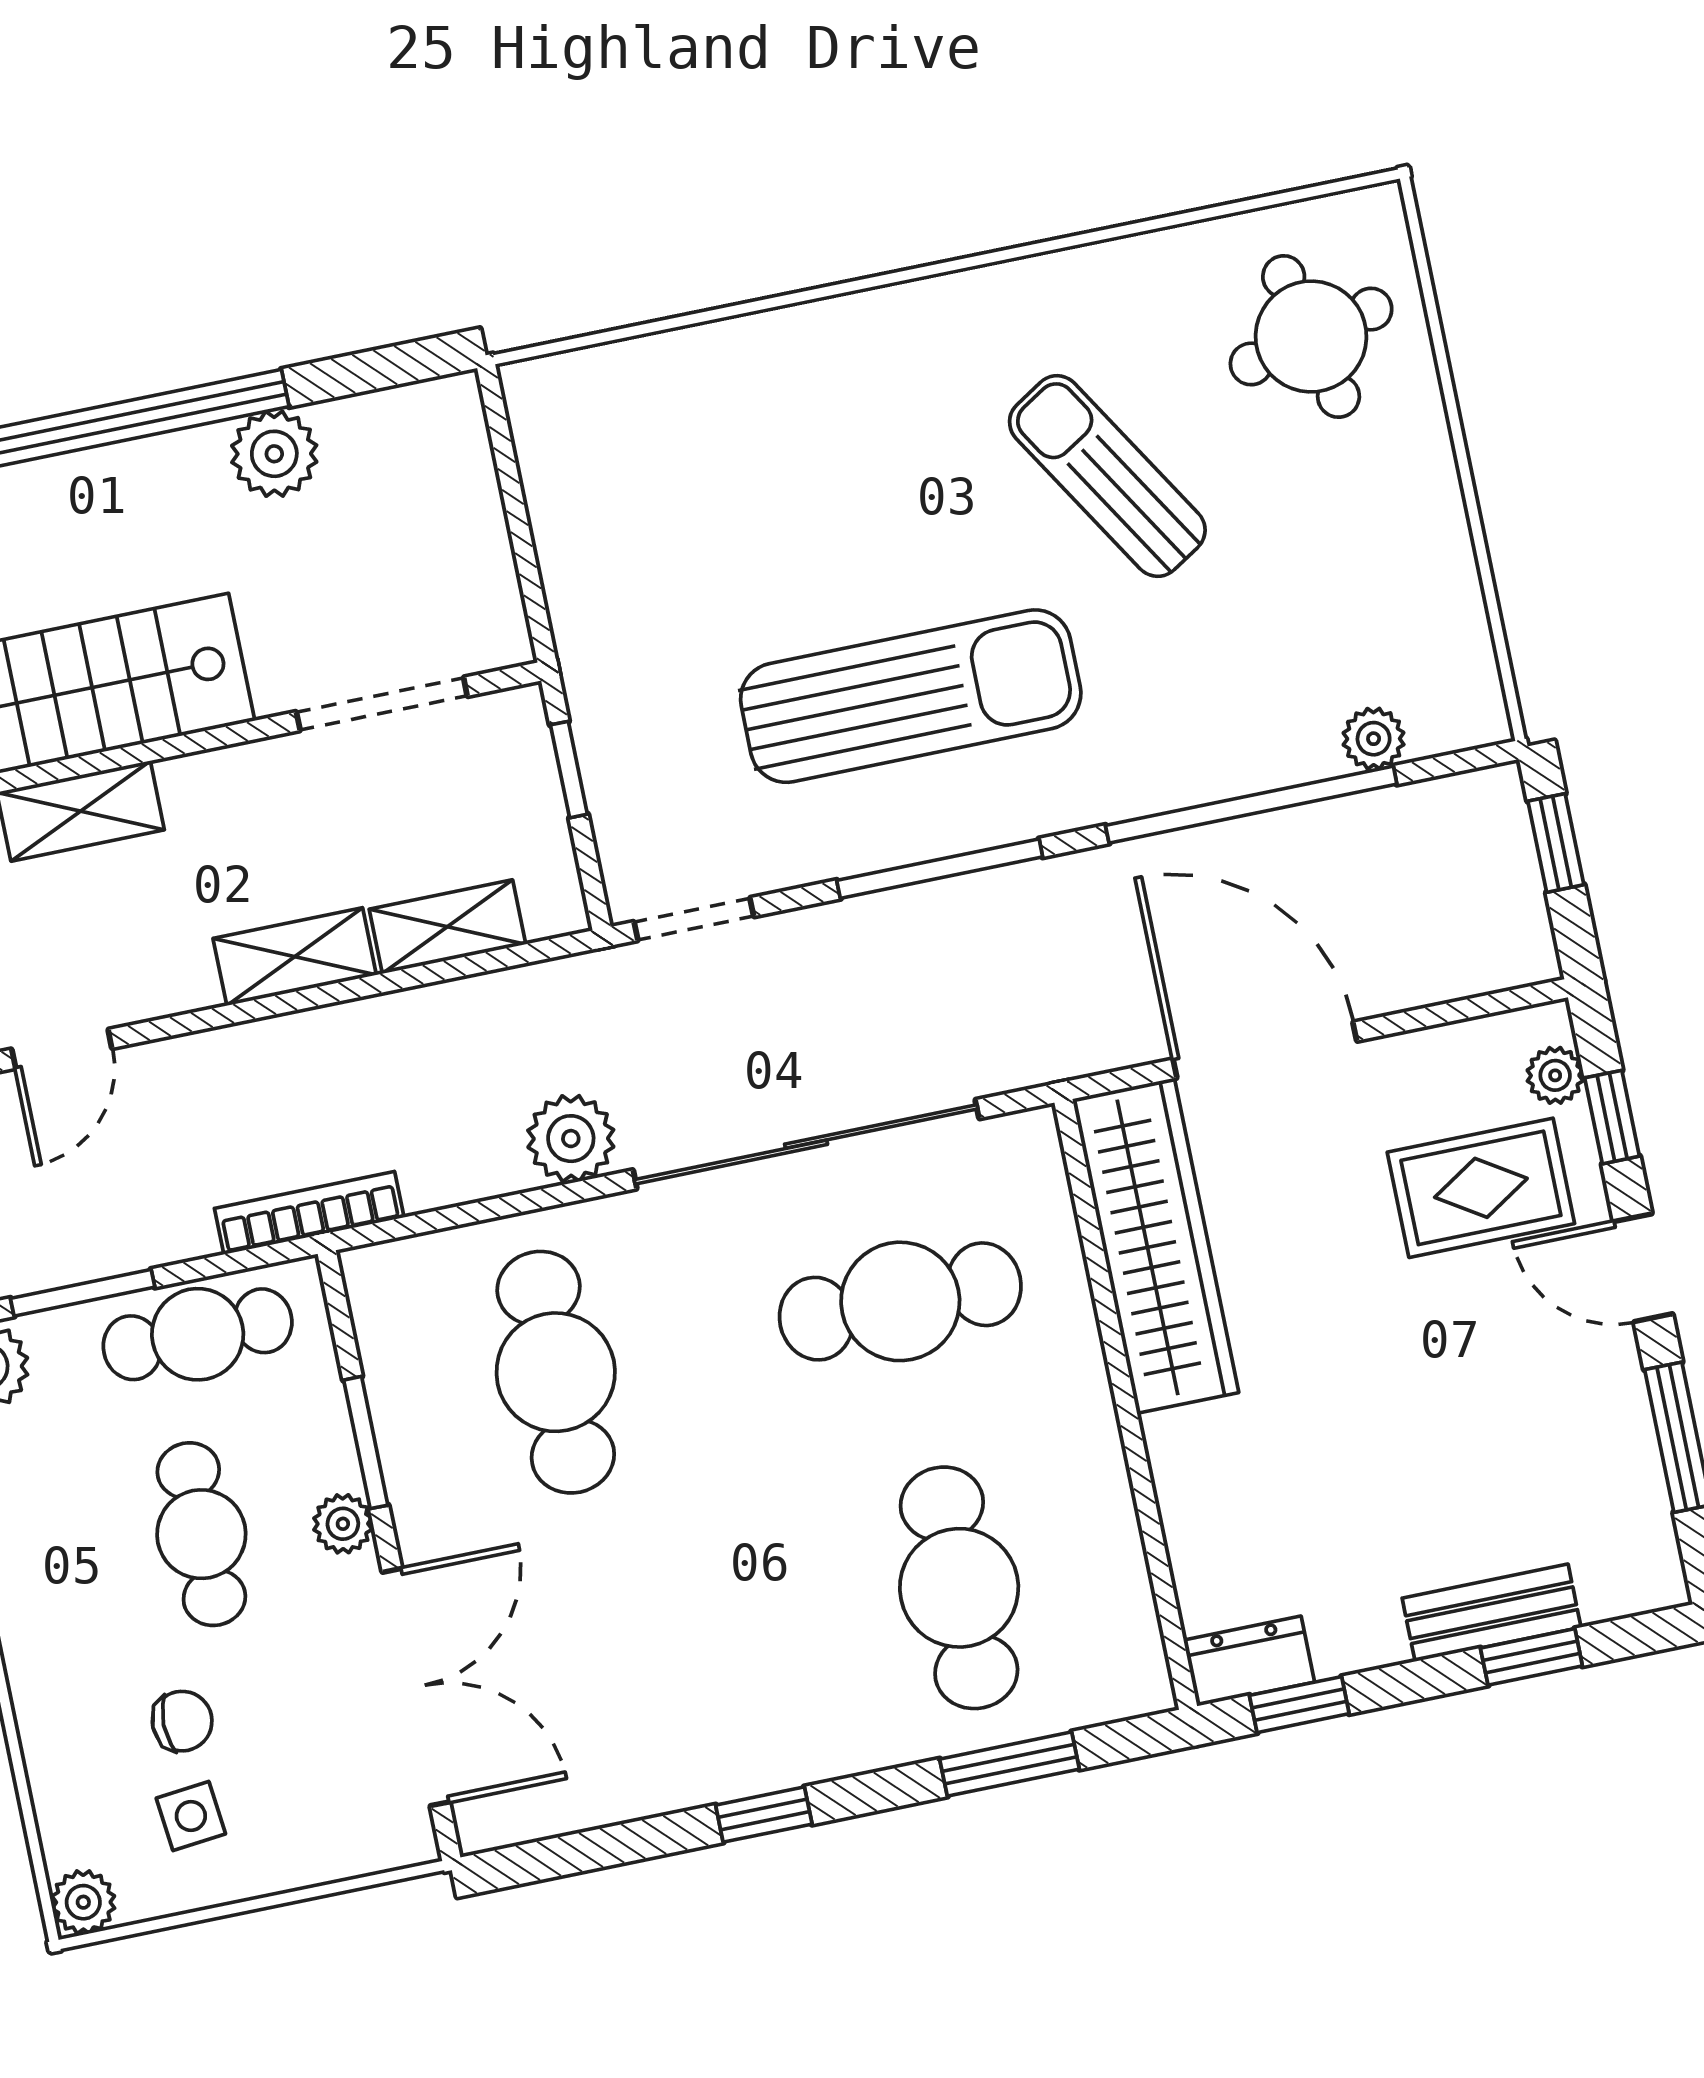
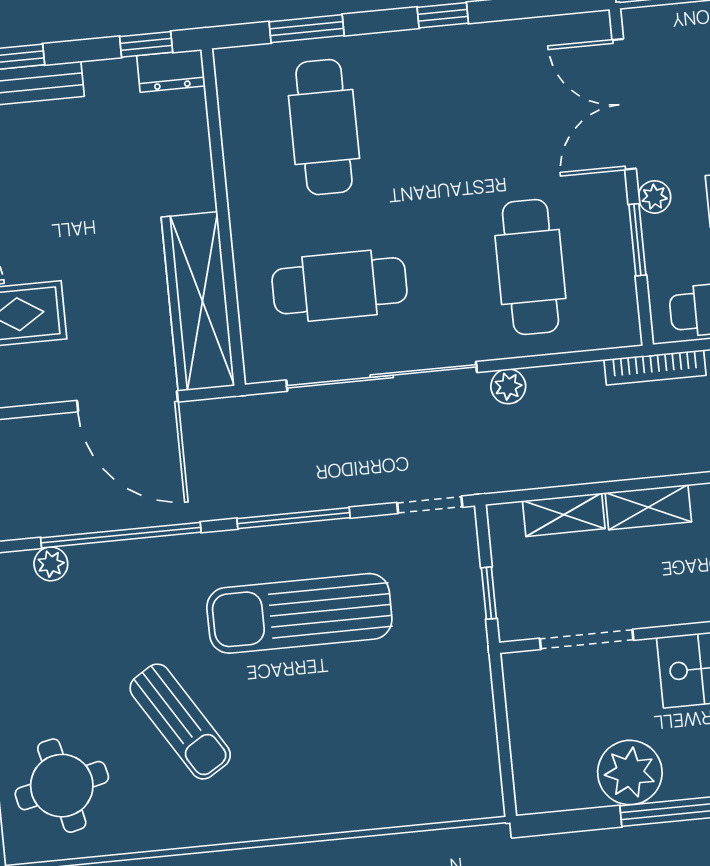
plant: (274, 454) -> (630, 773), width x1.36, depth x1.36
plant: (571, 1139) -> (508, 386), width x0.73, depth x0.73

